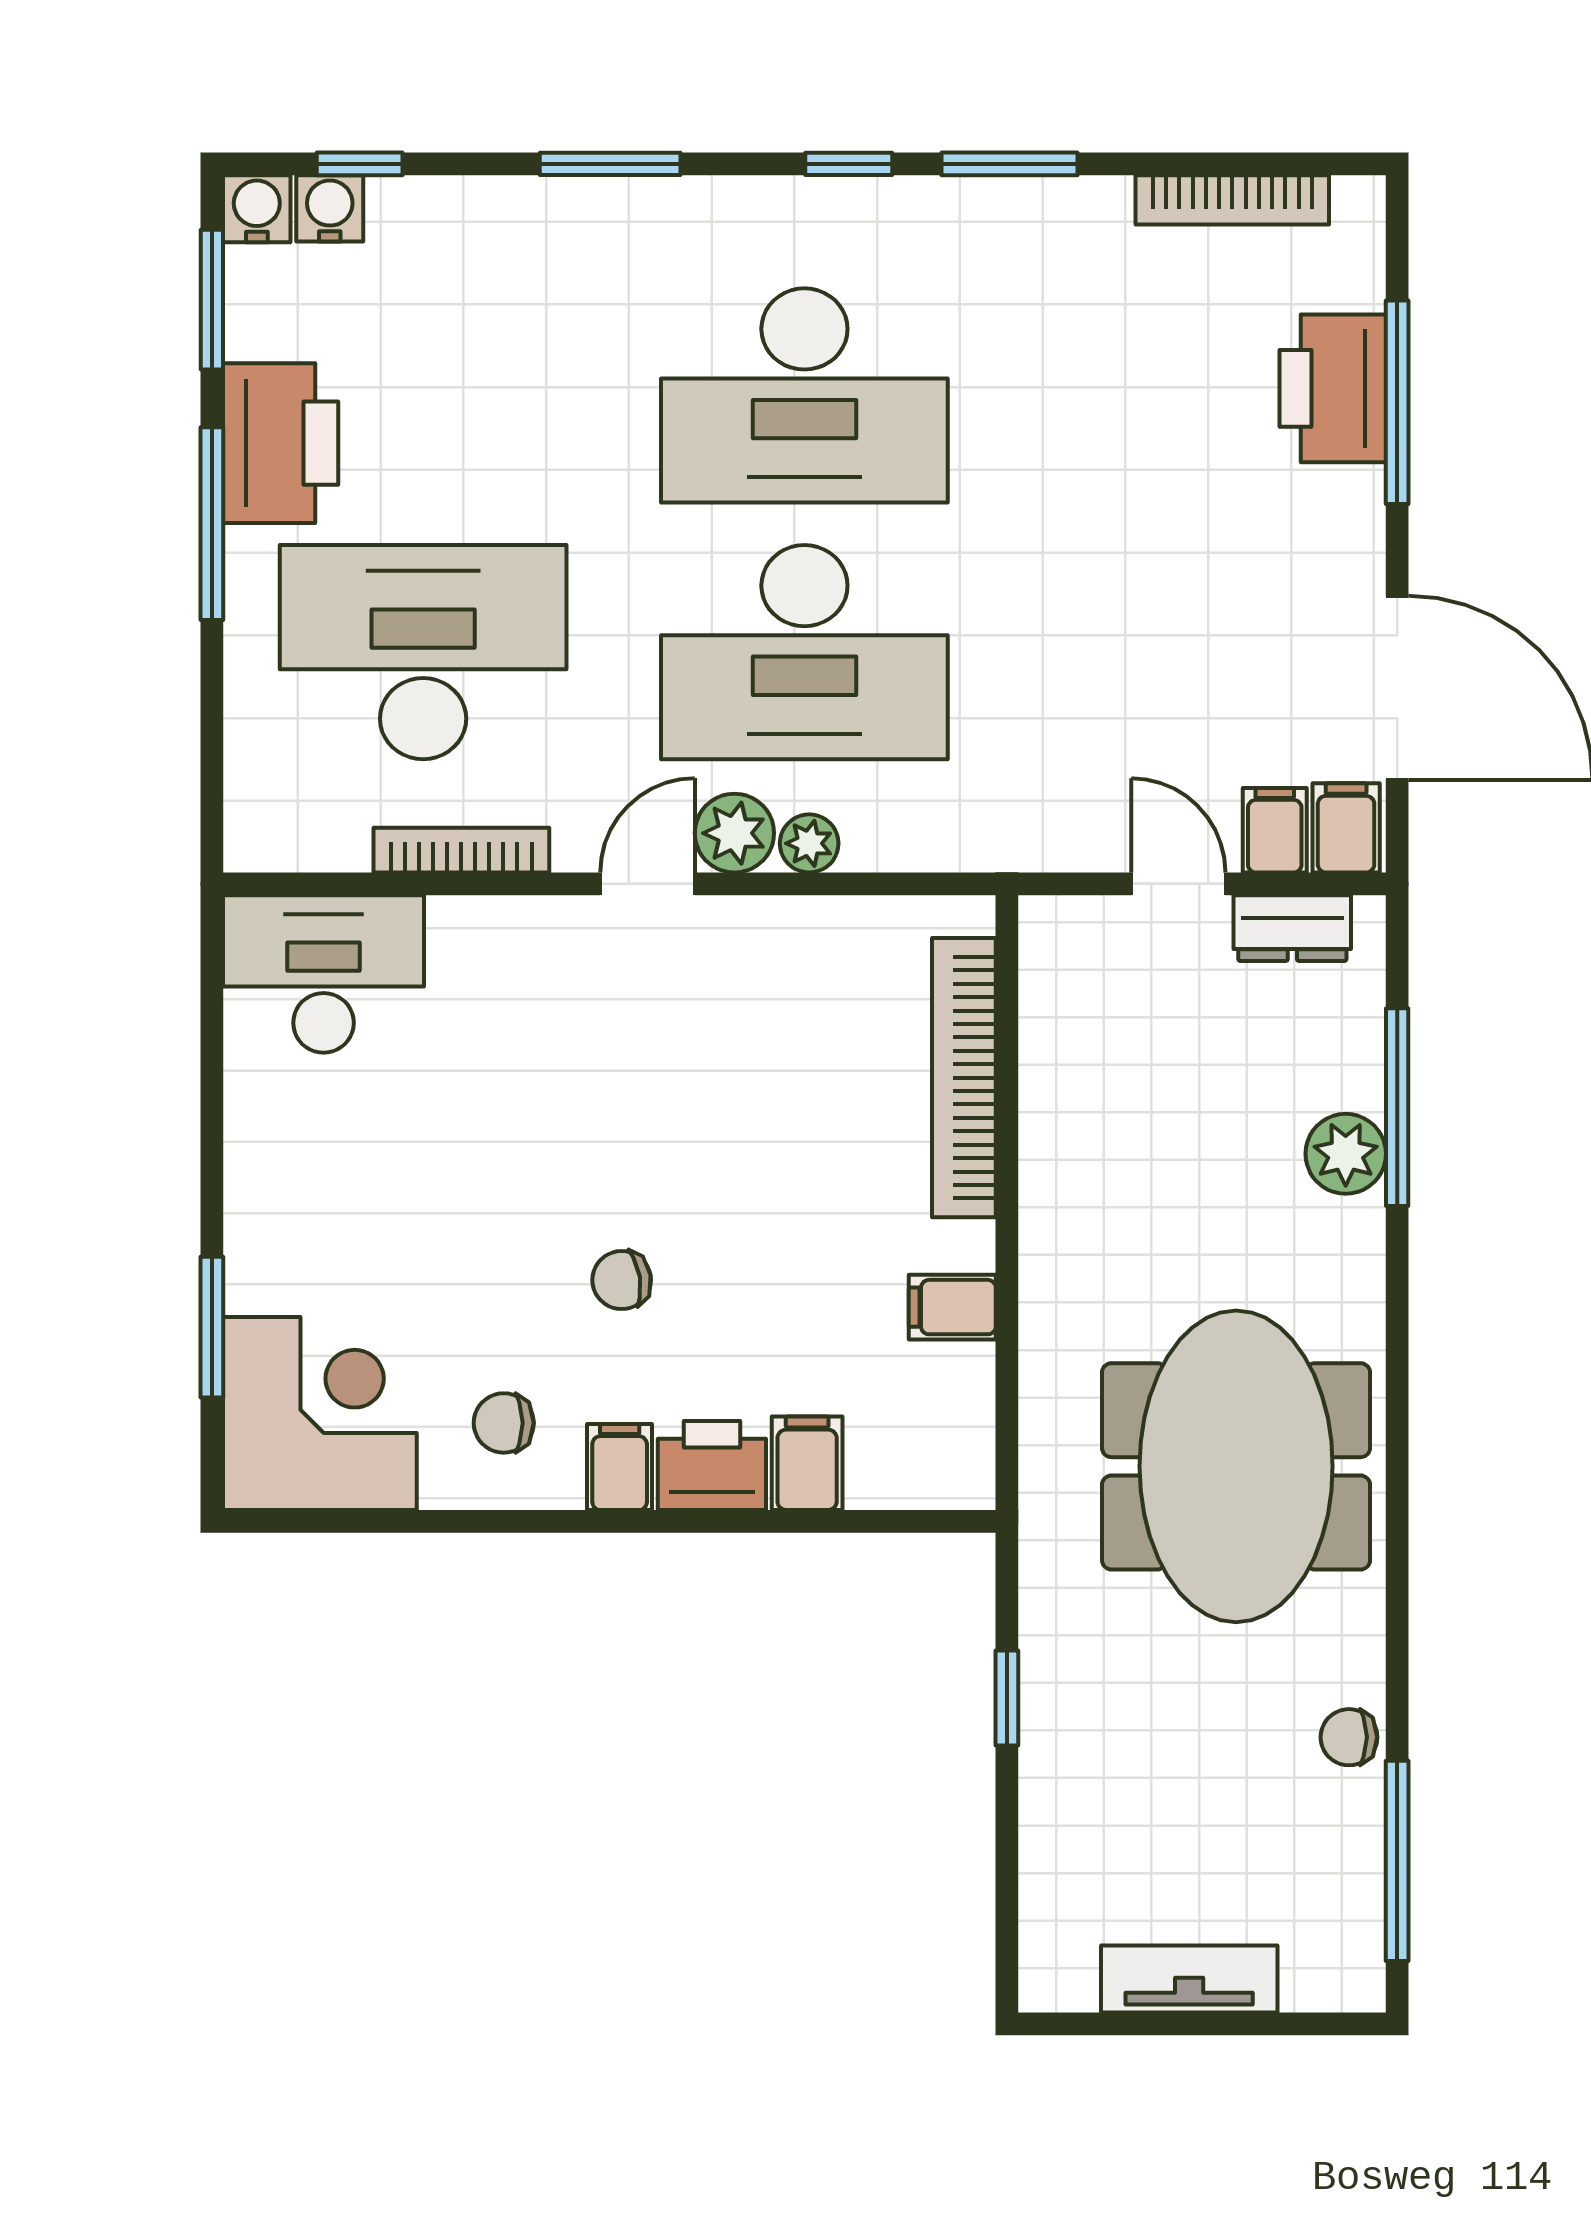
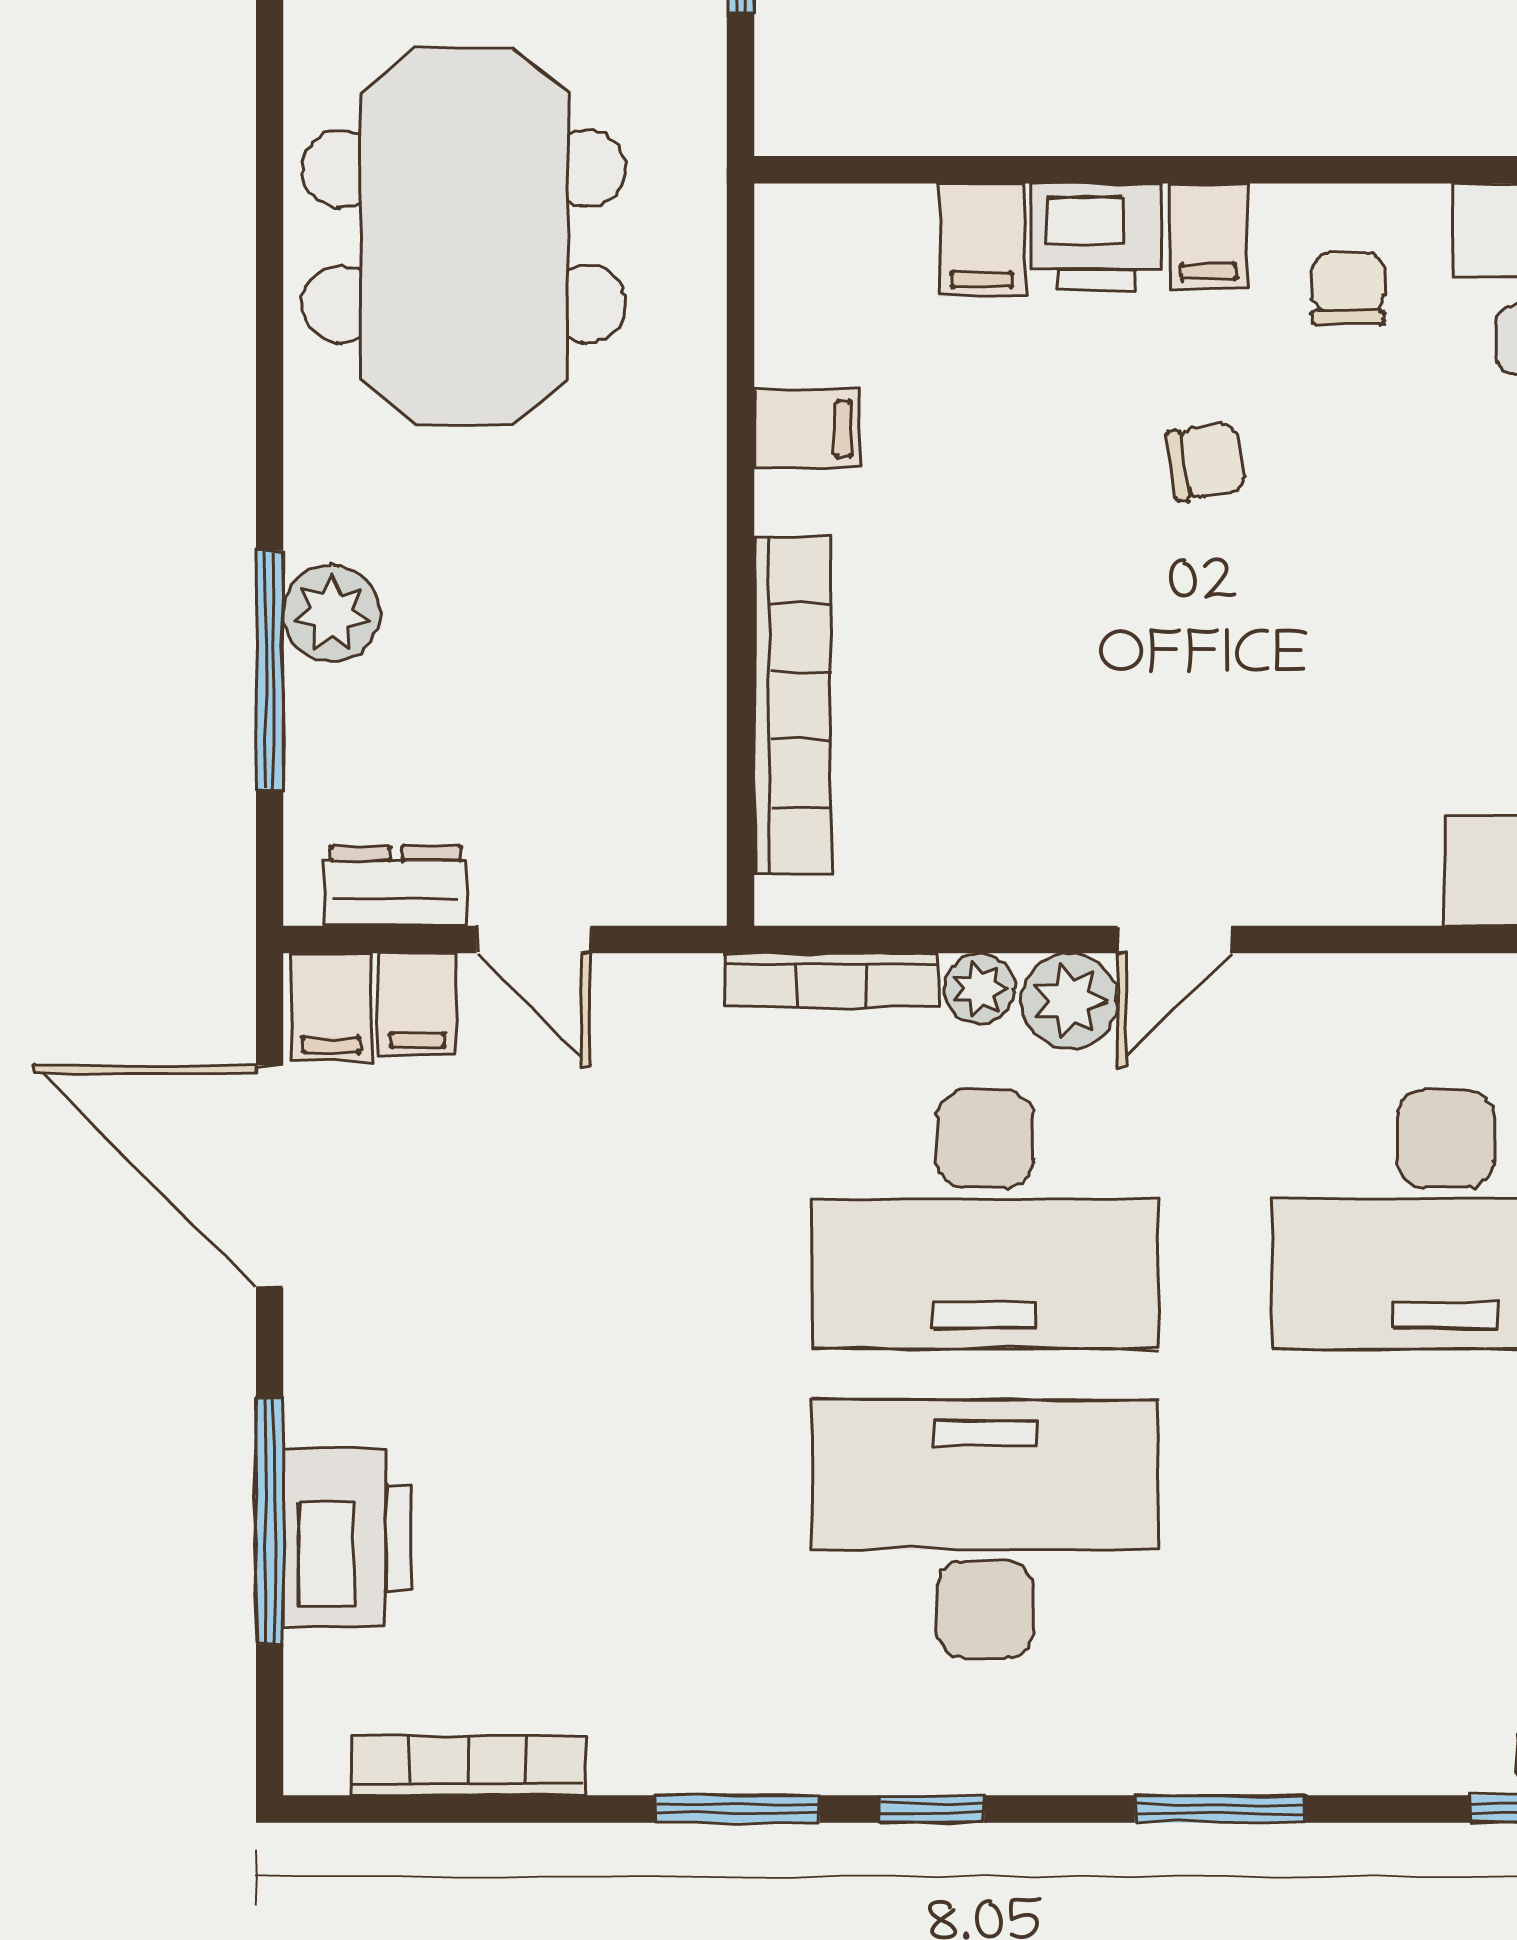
desk: (804, 652) -> (985, 1219), turned 180
bookcase: (461, 850) -> (831, 980), moved
chair: (504, 1423) -> (1348, 289), turned -90

